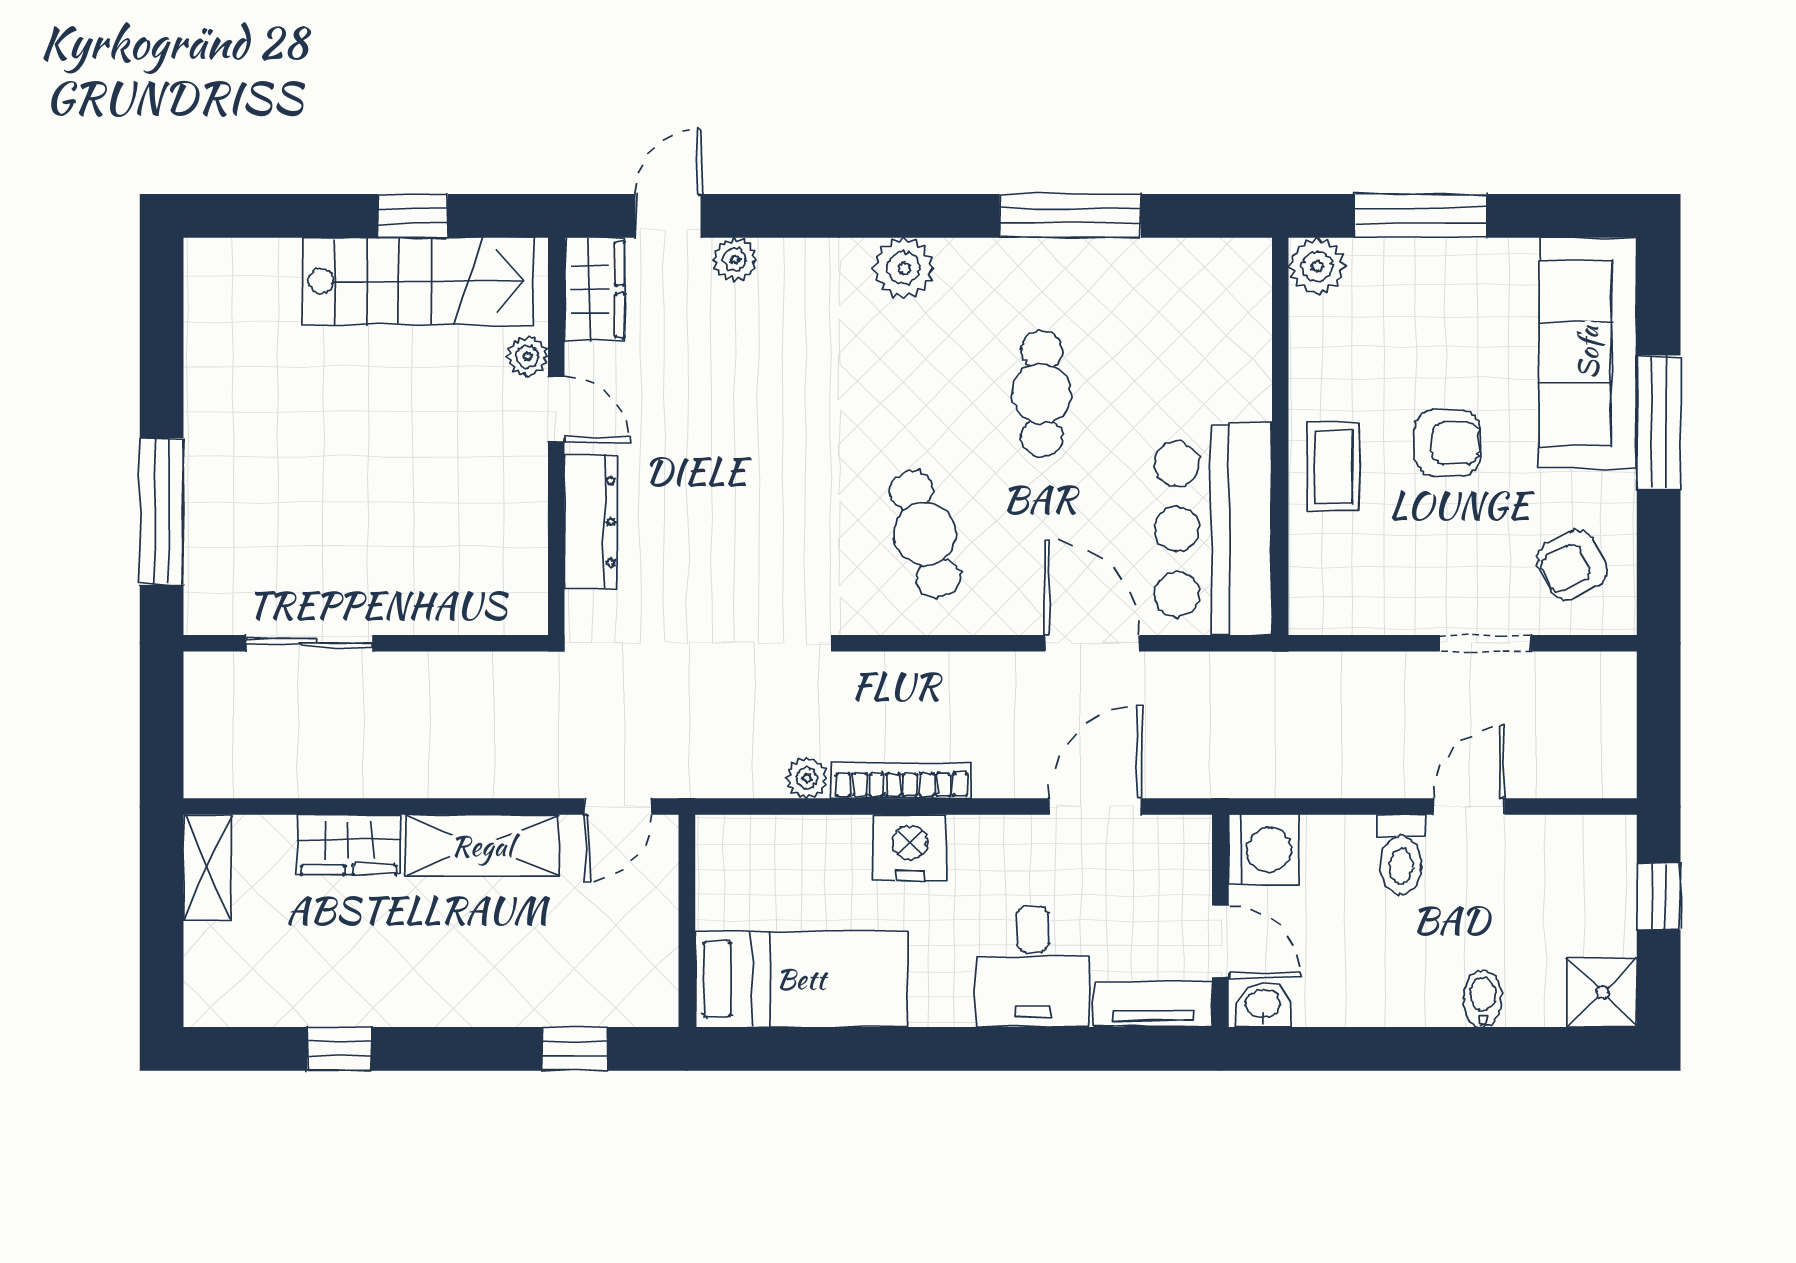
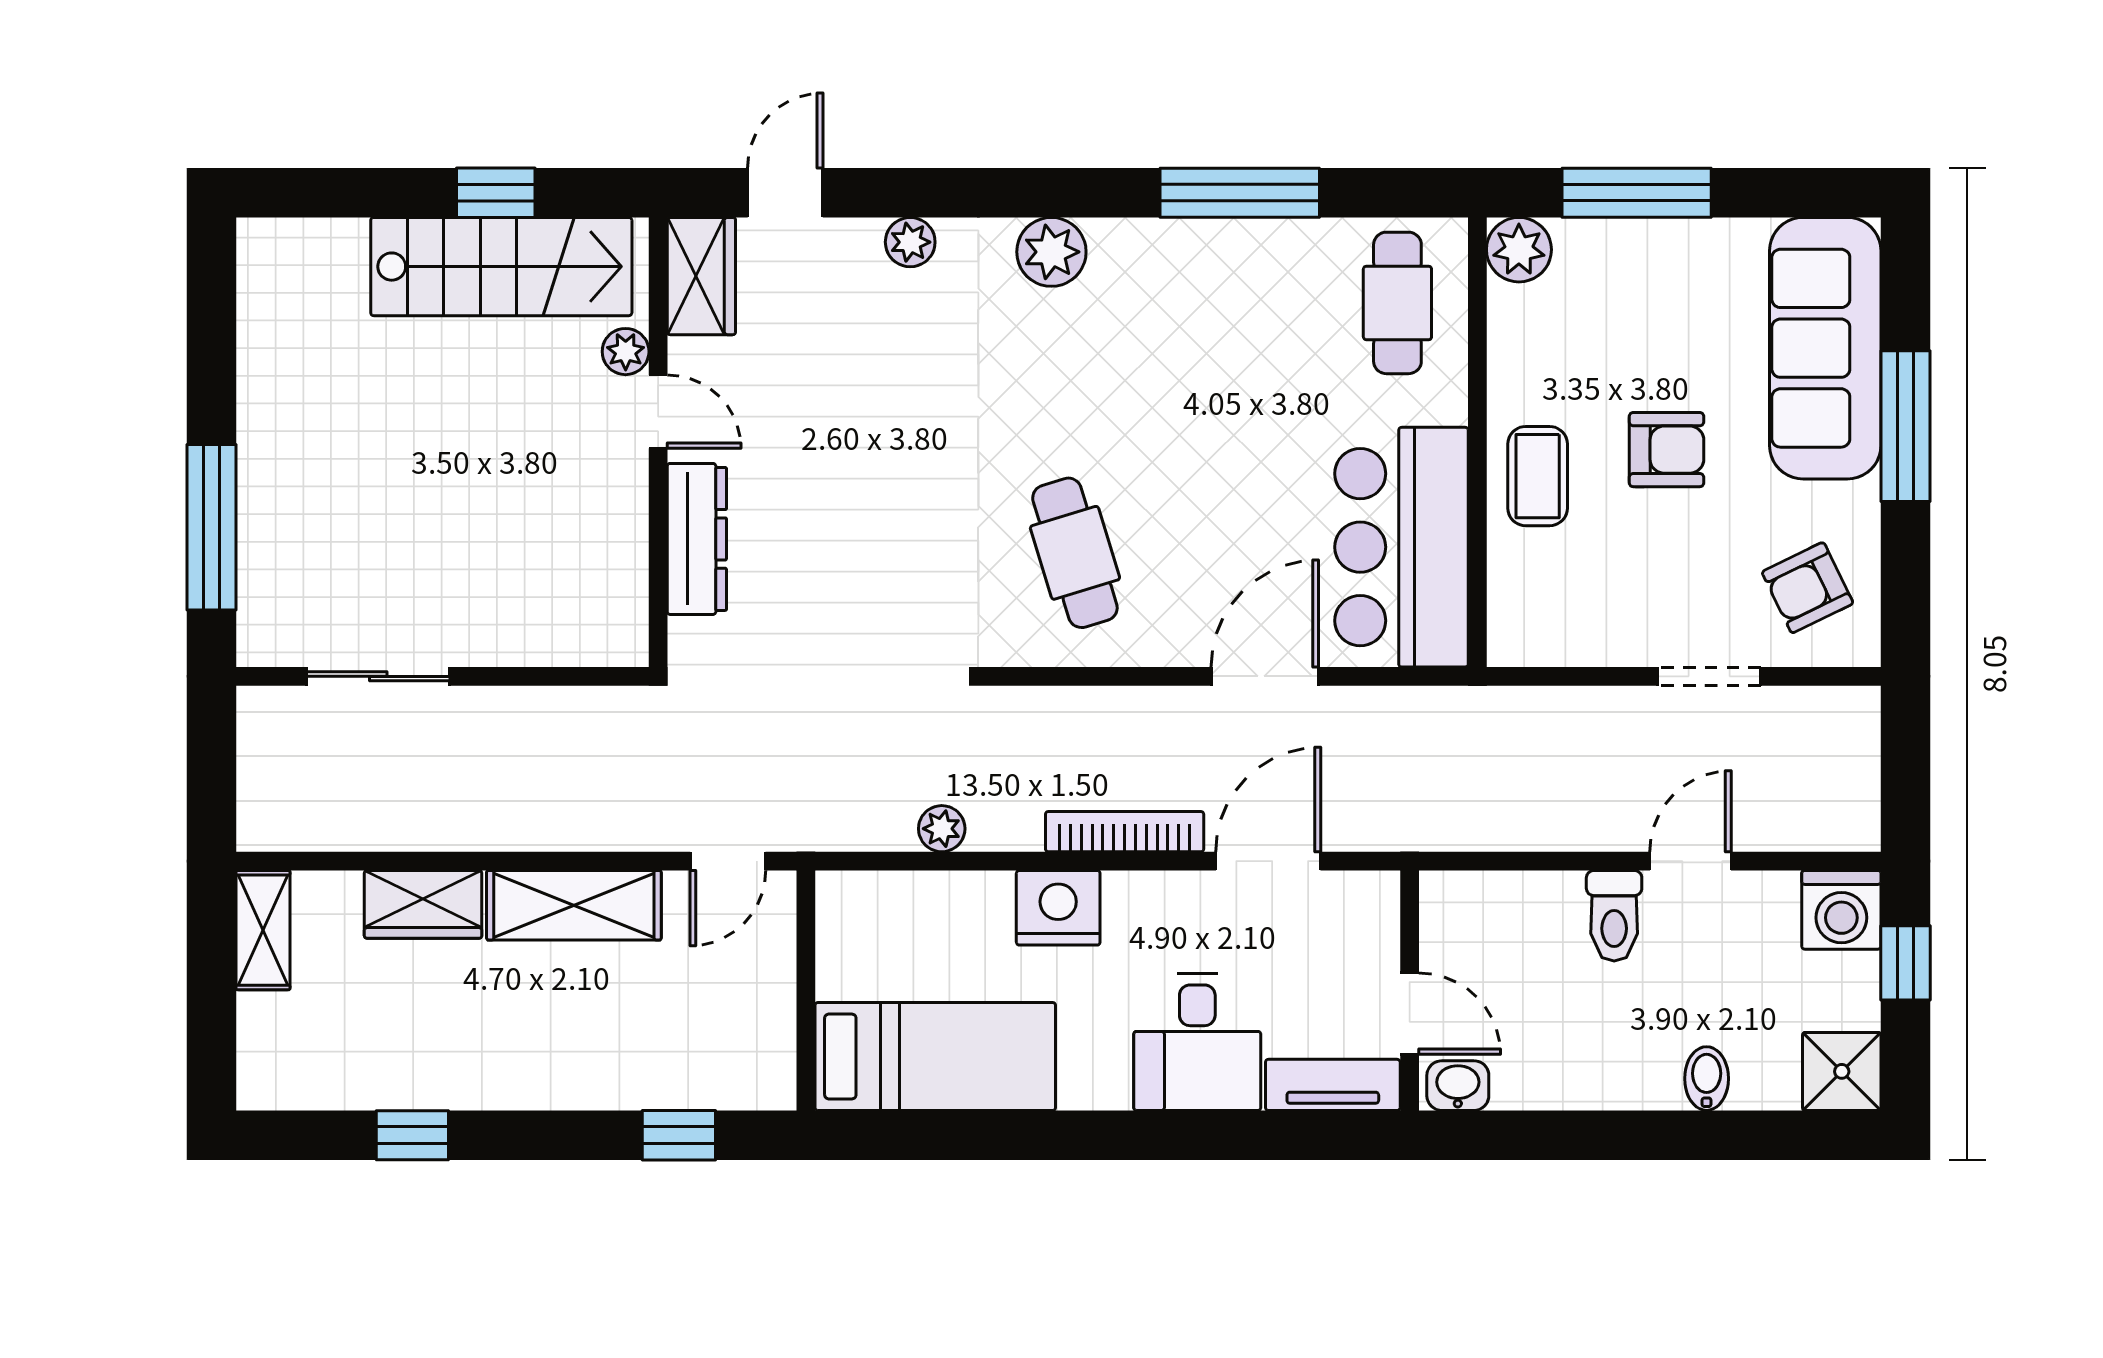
plant: (735, 260) -> (910, 242), moved
cafe table: (1042, 394) -> (1397, 303), moved
door: (1092, 643) -> (1265, 676), hinge flipped
bookcase: (902, 780) -> (1125, 832), moved
washing machine: (1263, 850) -> (1841, 910), moved, turned 90

